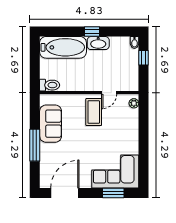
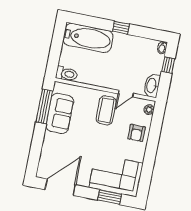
washbasin: (98, 43) -> (152, 86), moved, turned 90
armchair: (127, 128) -> (137, 133), added
window: (35, 145) -> (44, 106), moved

